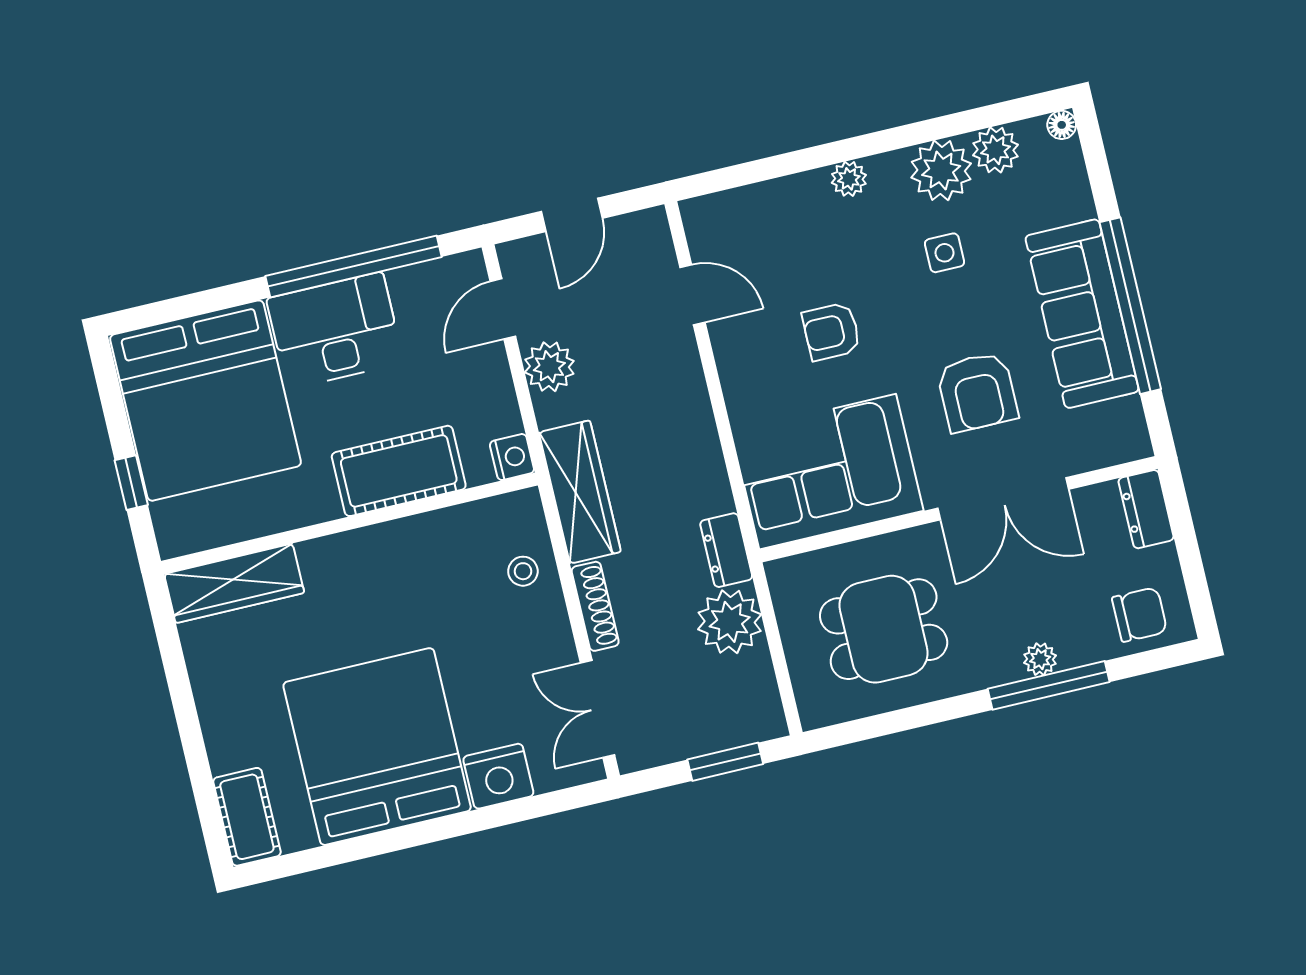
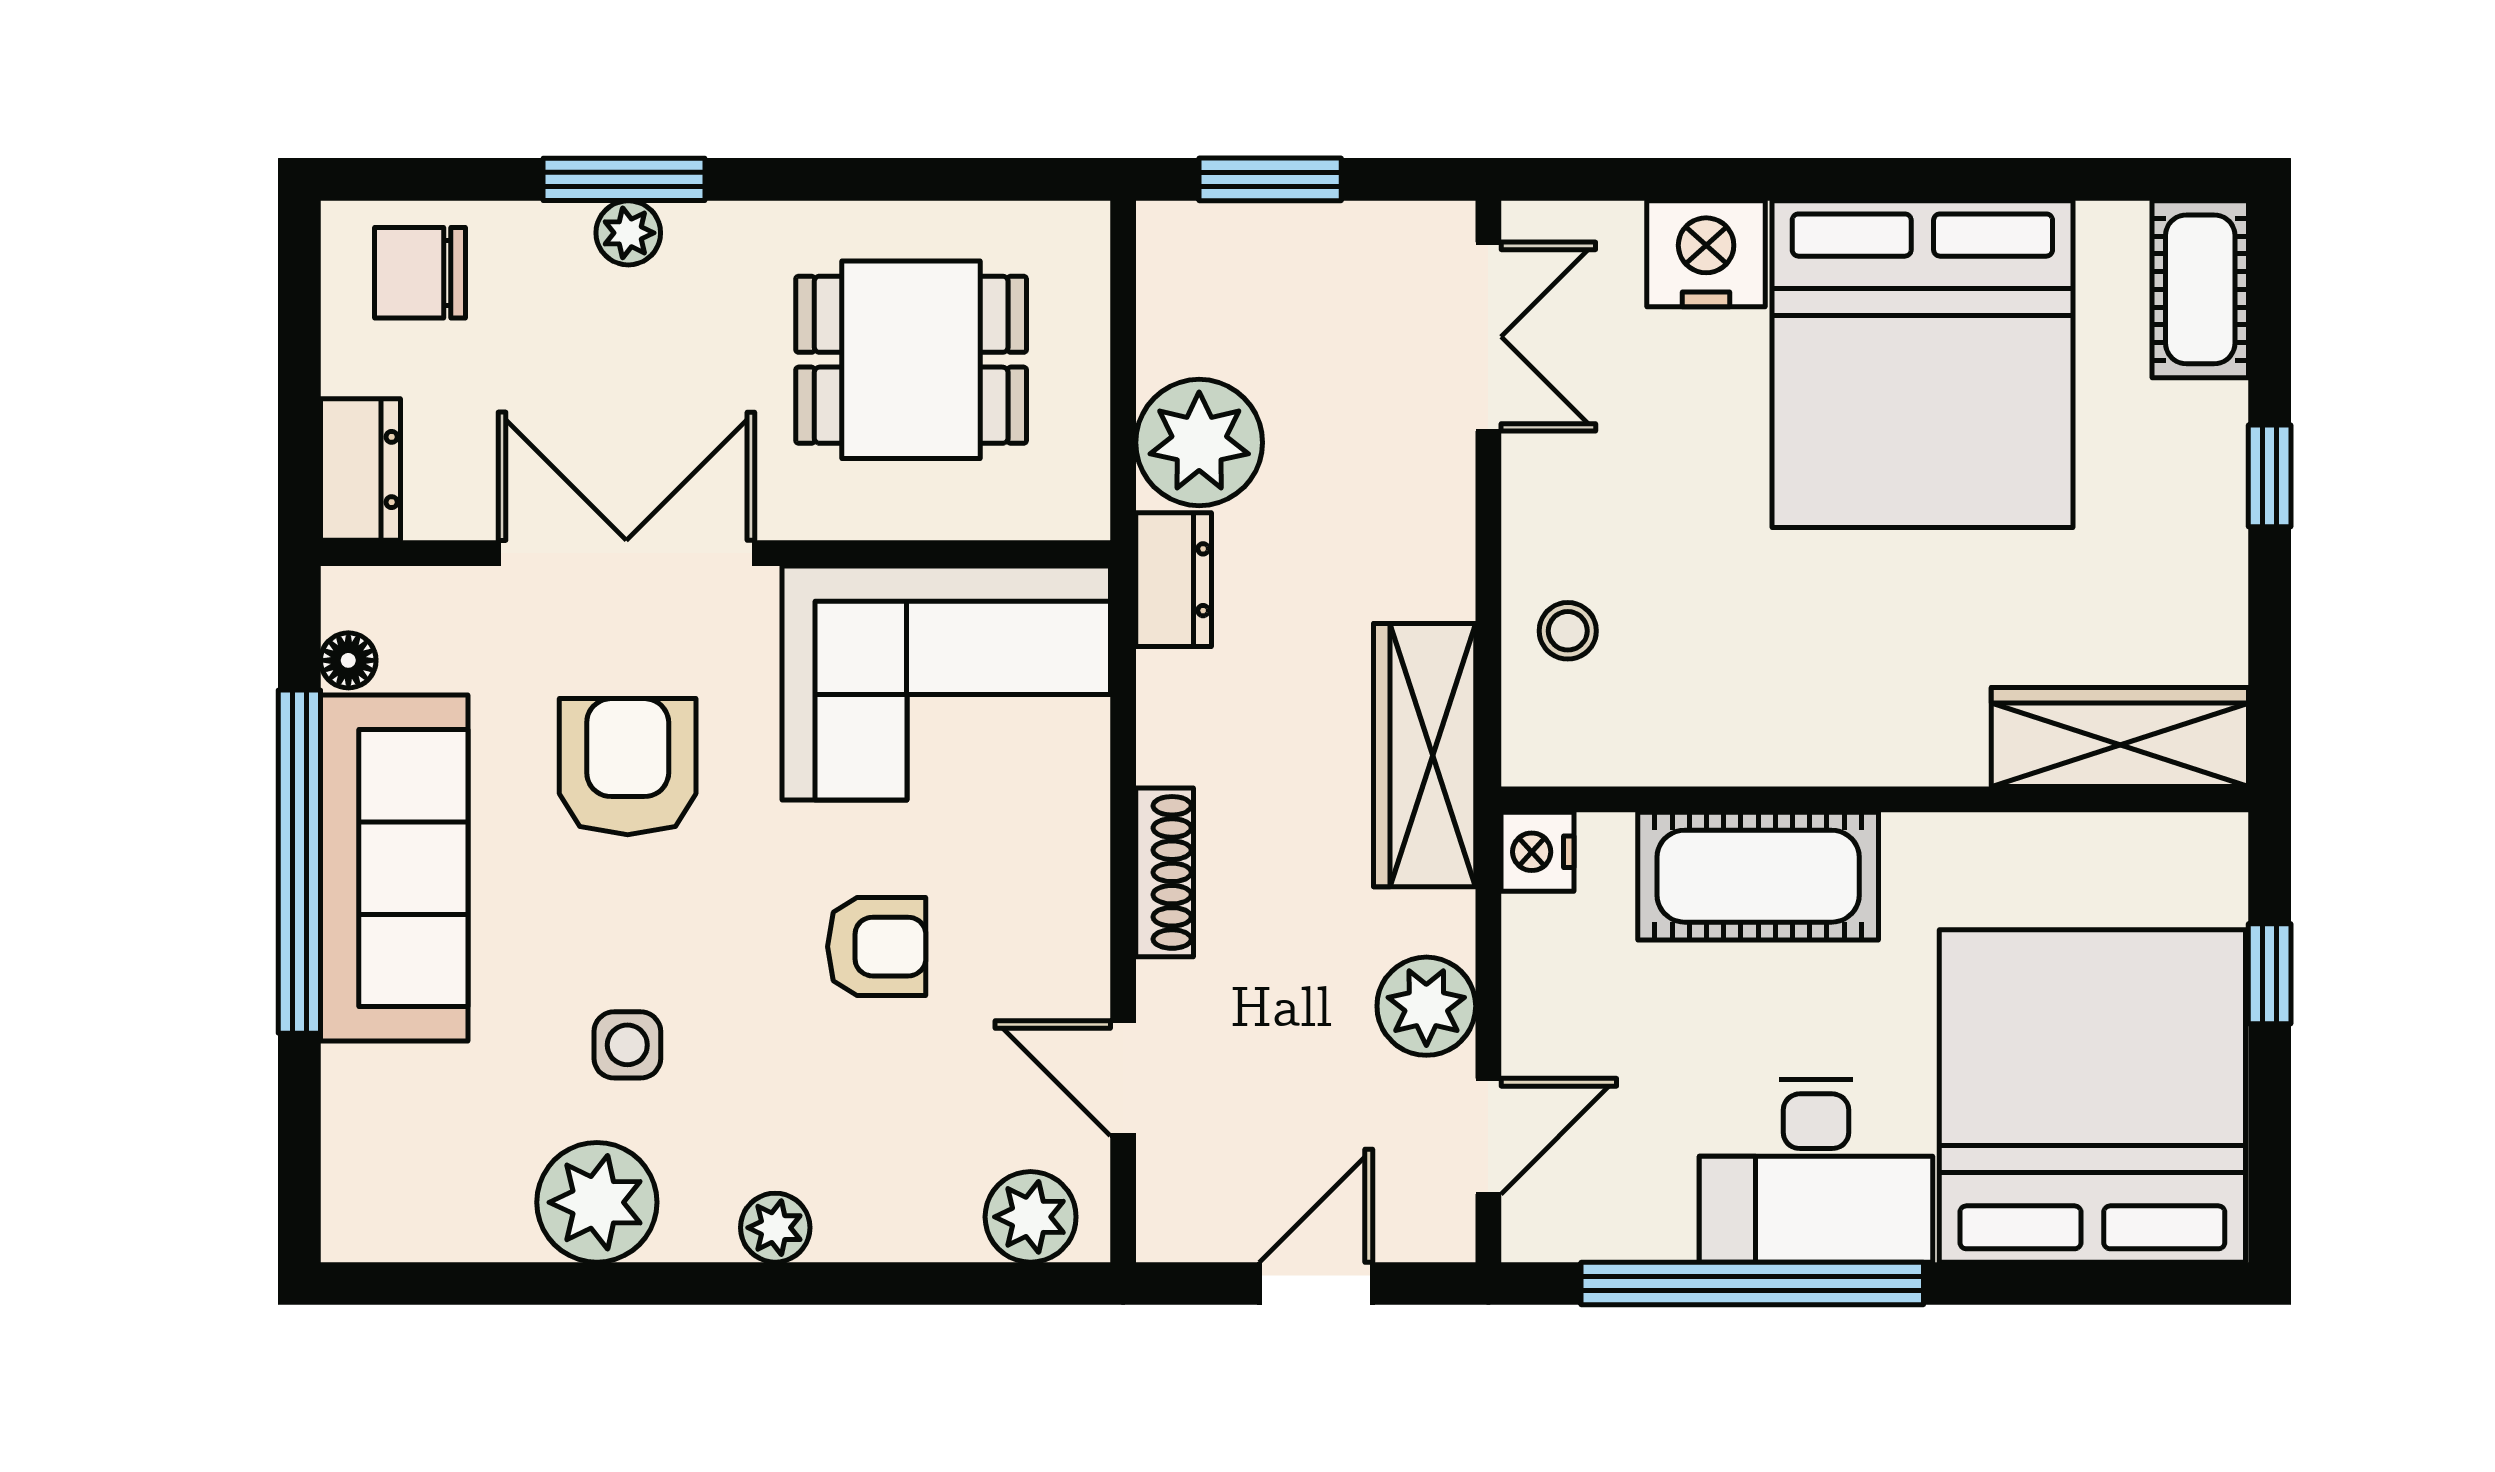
floor lamp: (1062, 125) -> (348, 660), moved
plant: (996, 150) -> (1031, 1217), moved
shoe rack: (595, 606) -> (1165, 872), moved, turned 180
window: (1049, 685) -> (624, 179), width x0.69
window: (190, 732) -> (2270, 476), added

